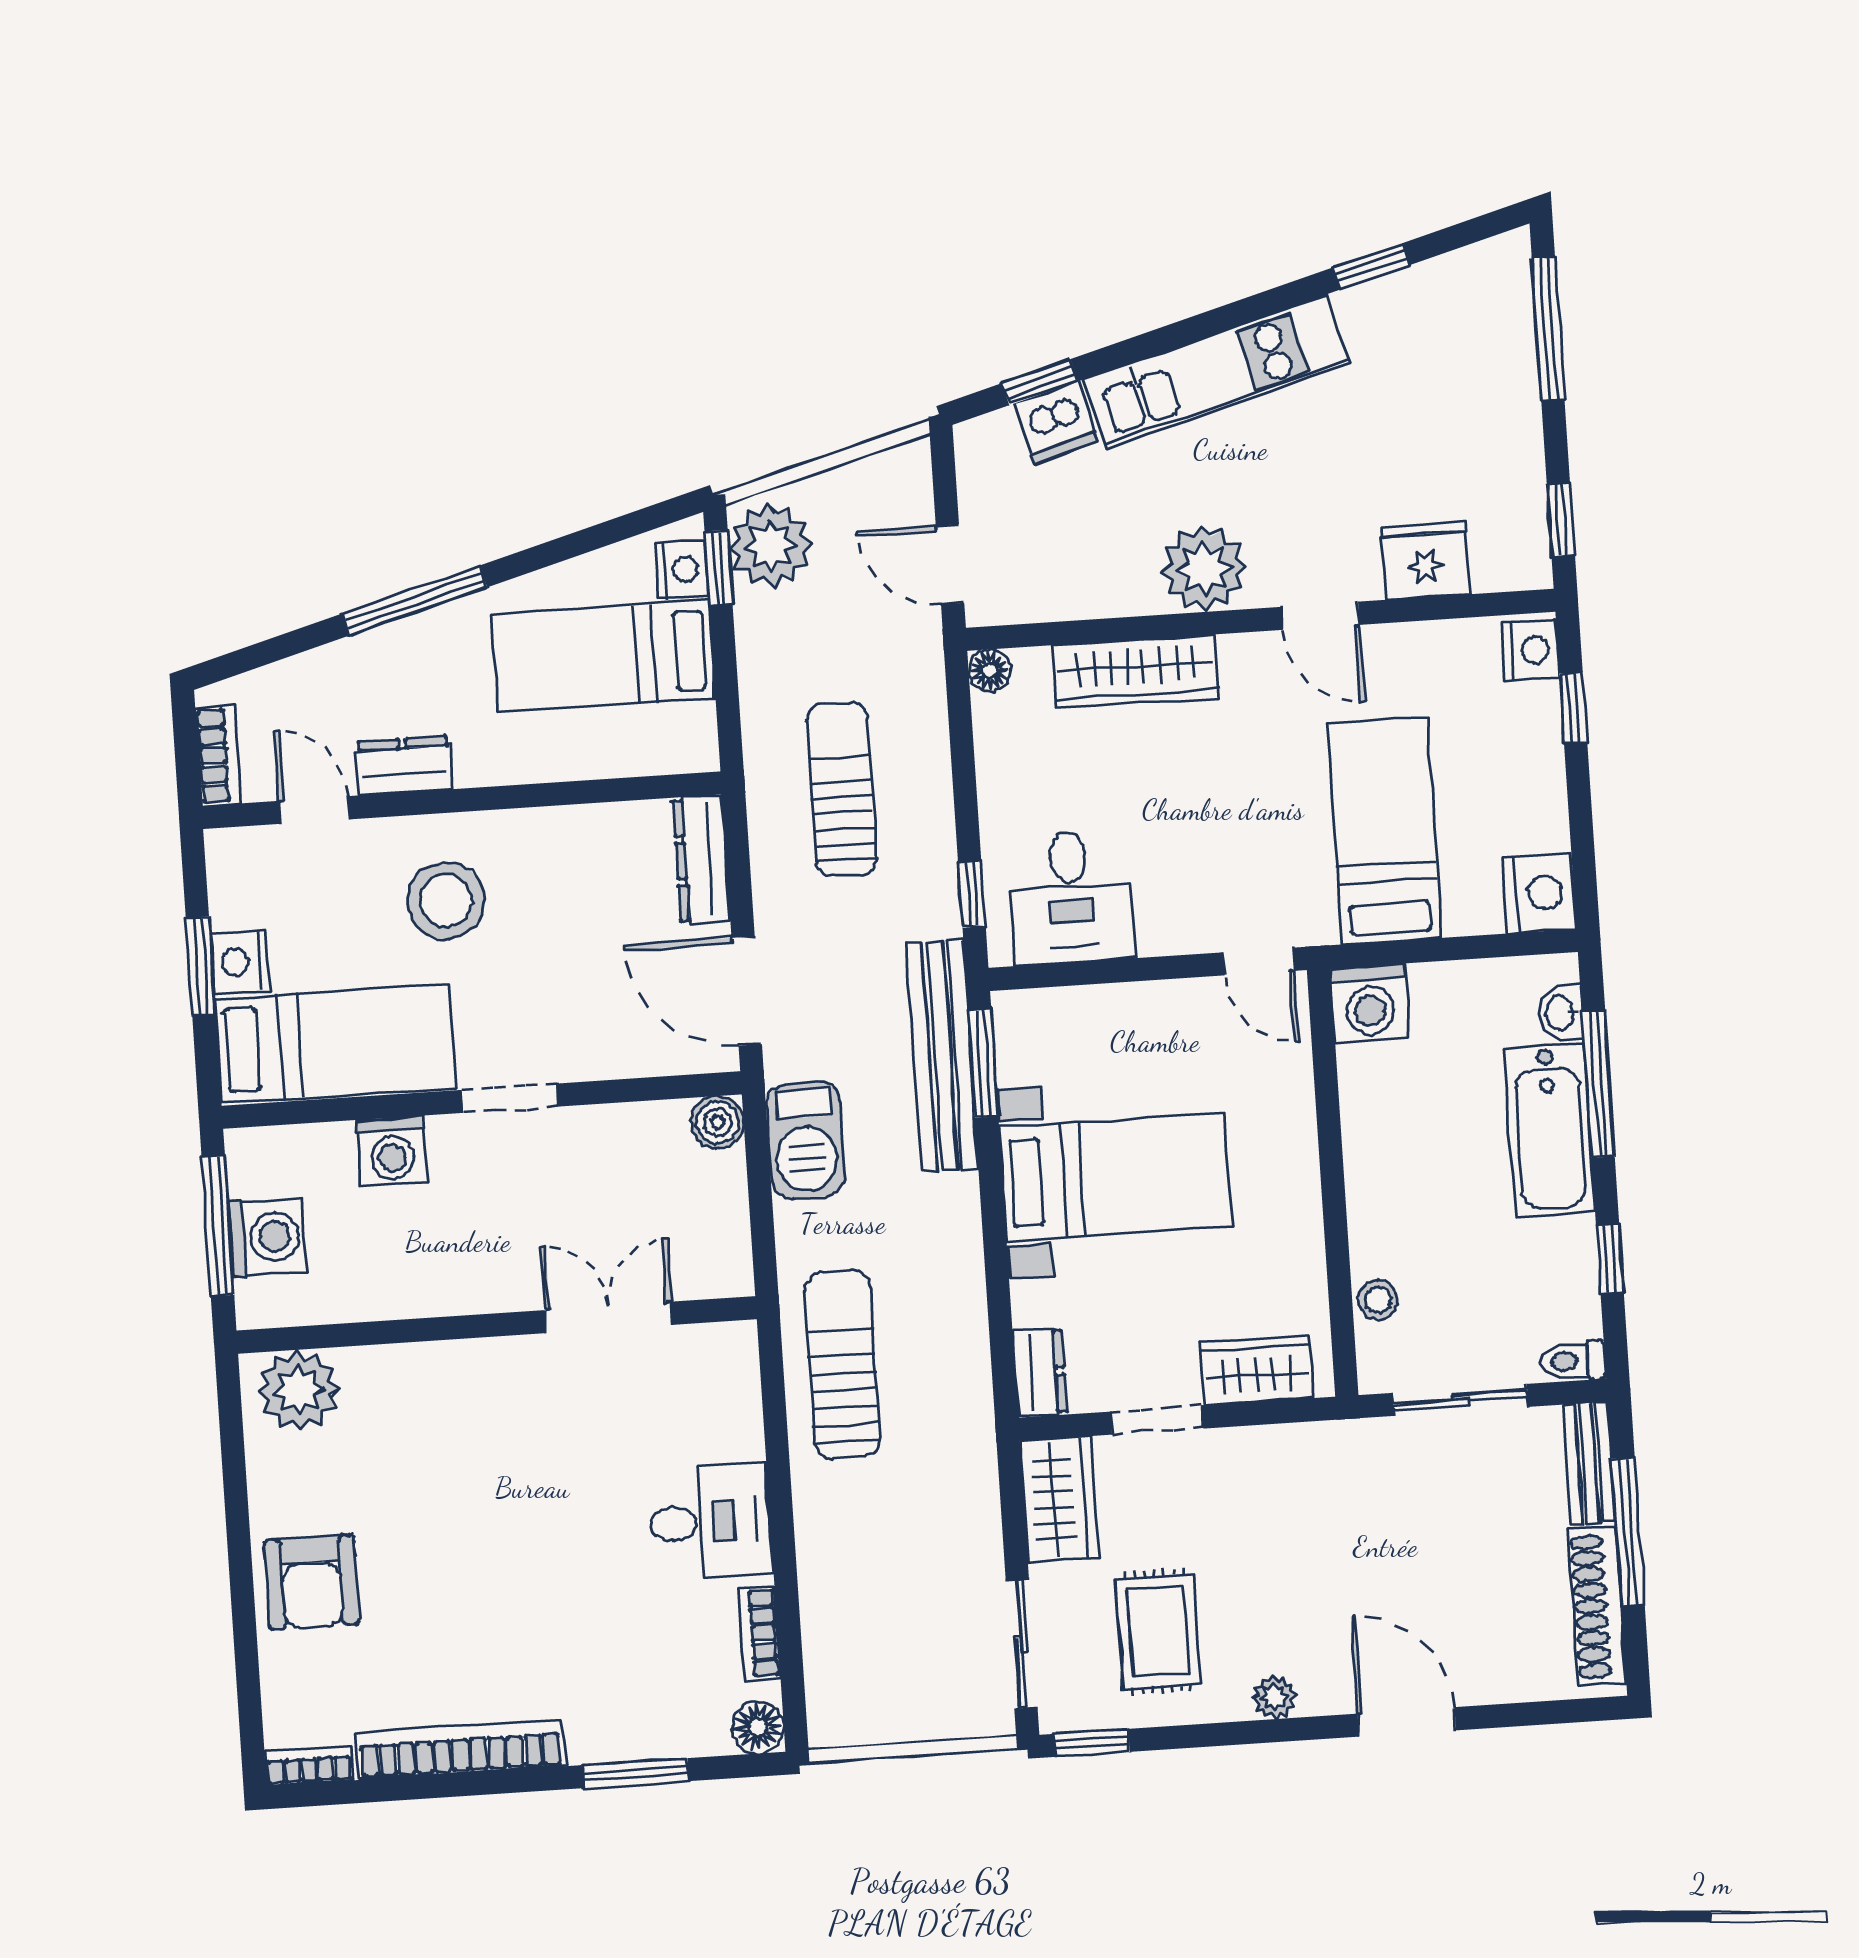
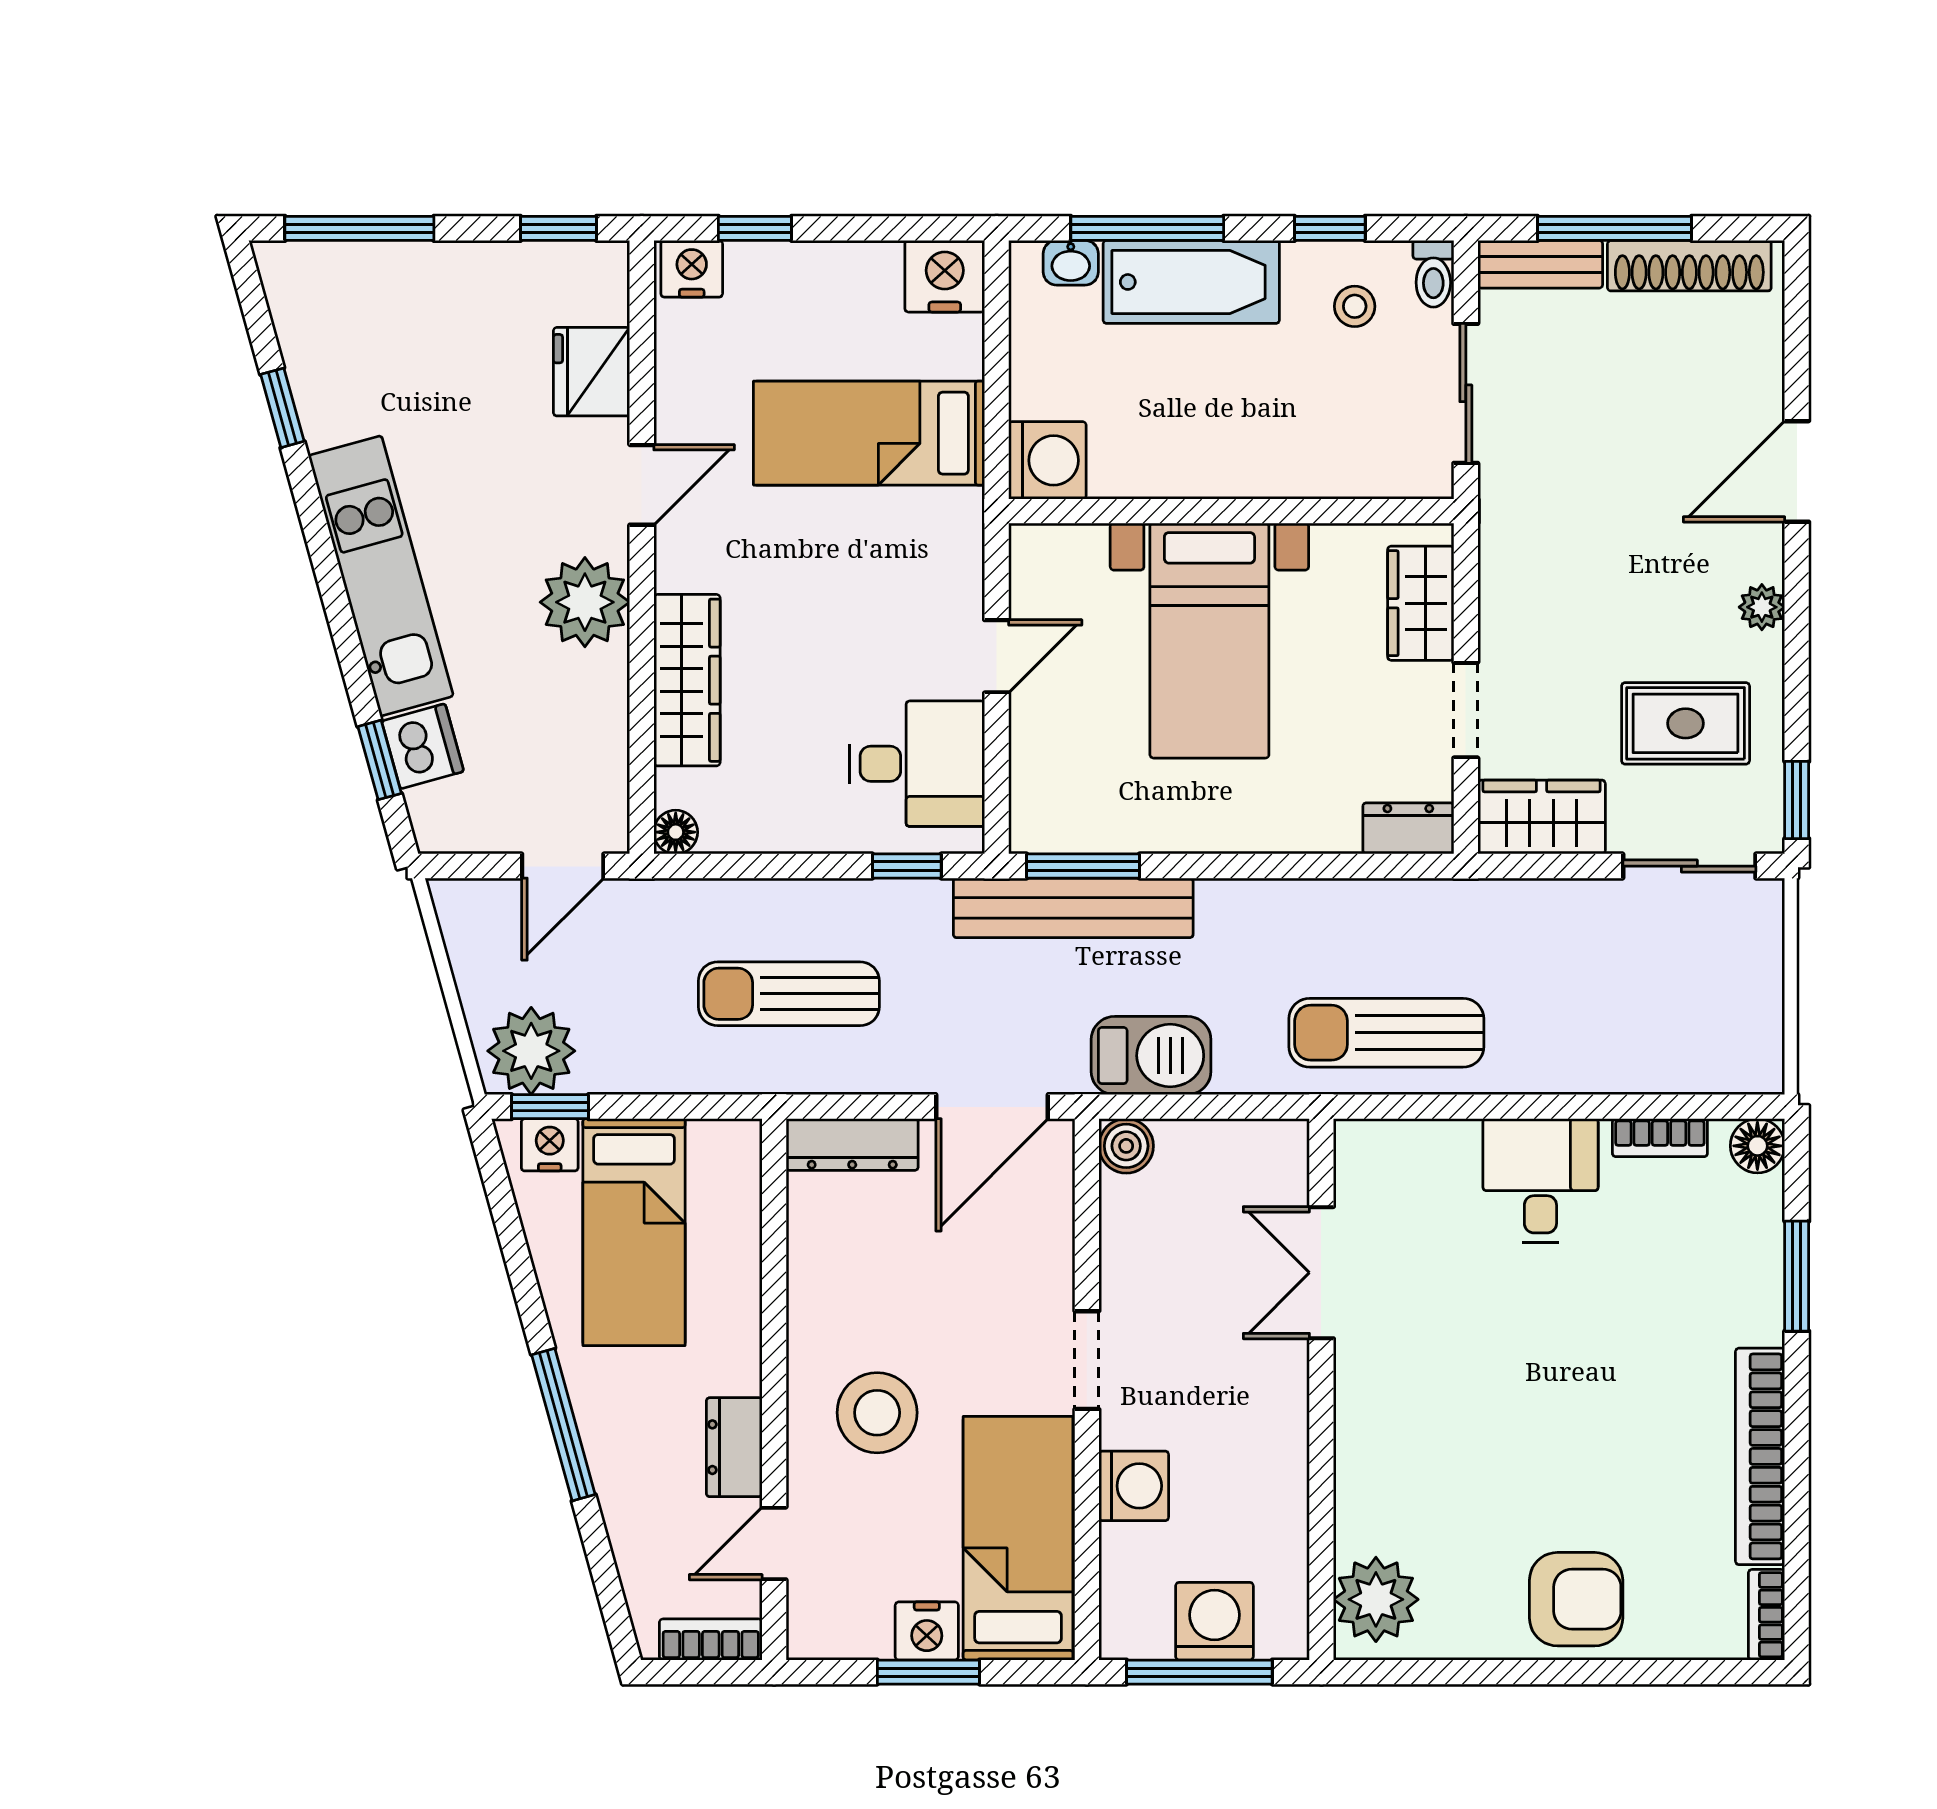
door: (1259, 962) -> (997, 656), moved
bed with nightstands: (1115, 1177) -> (1209, 641), moved, turned 180
stool: (1378, 1300) -> (1355, 306), moved

